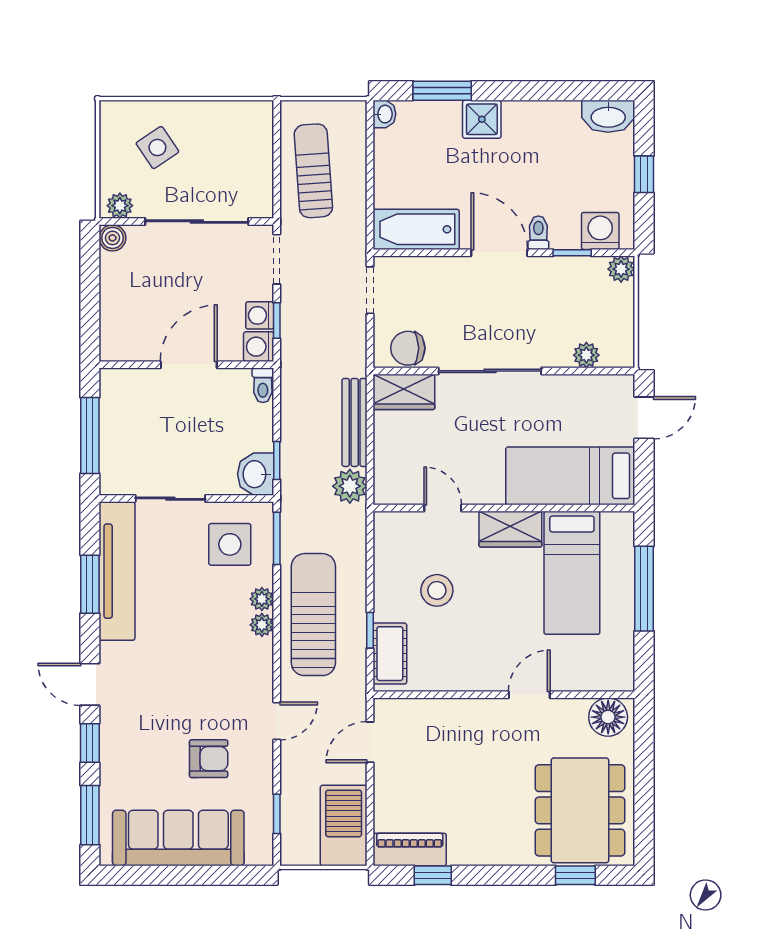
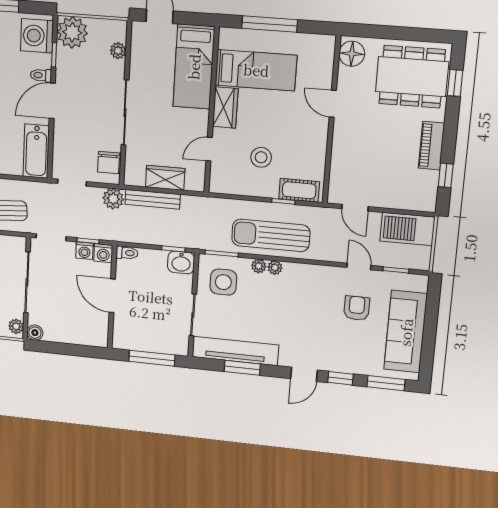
washing machine: (600, 231) -> (37, 36), width x1.37, depth x1.37
plant: (621, 269) -> (72, 32), width x1.88, depth x1.88
wardrobe: (404, 392) -> (165, 178), moved, turned -90
plant: (350, 486) -> (113, 199), moved
door: (277, 721) -> (359, 266), moved
piano: (410, 850) -> (431, 146), moved

